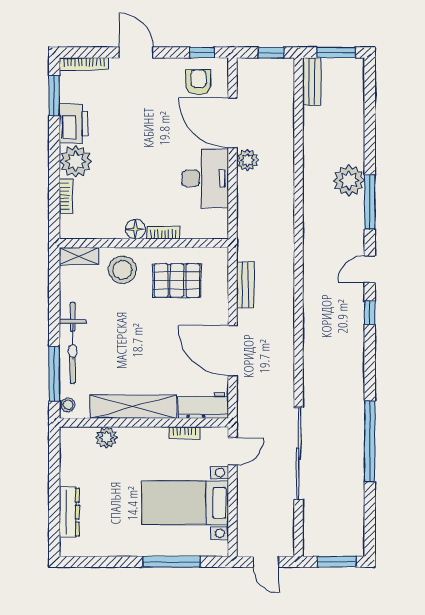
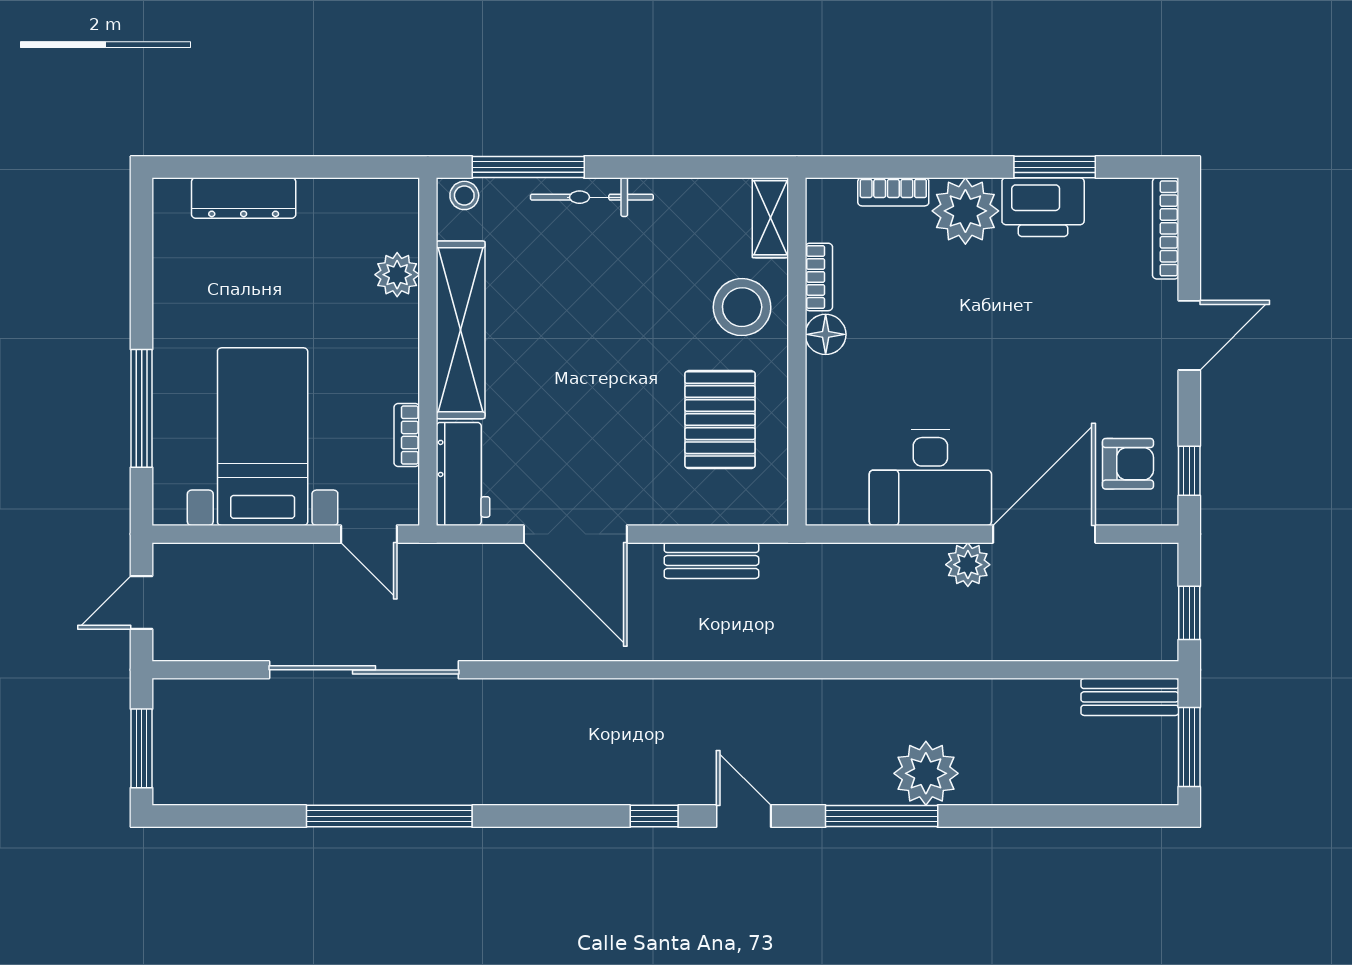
window: (54, 96) -> (1055, 167), moved
bookcase: (163, 232) -> (819, 277), moved
bicycle: (73, 343) -> (592, 197), width x0.73, depth x0.71
door: (233, 351) -> (575, 534), swing flipped

